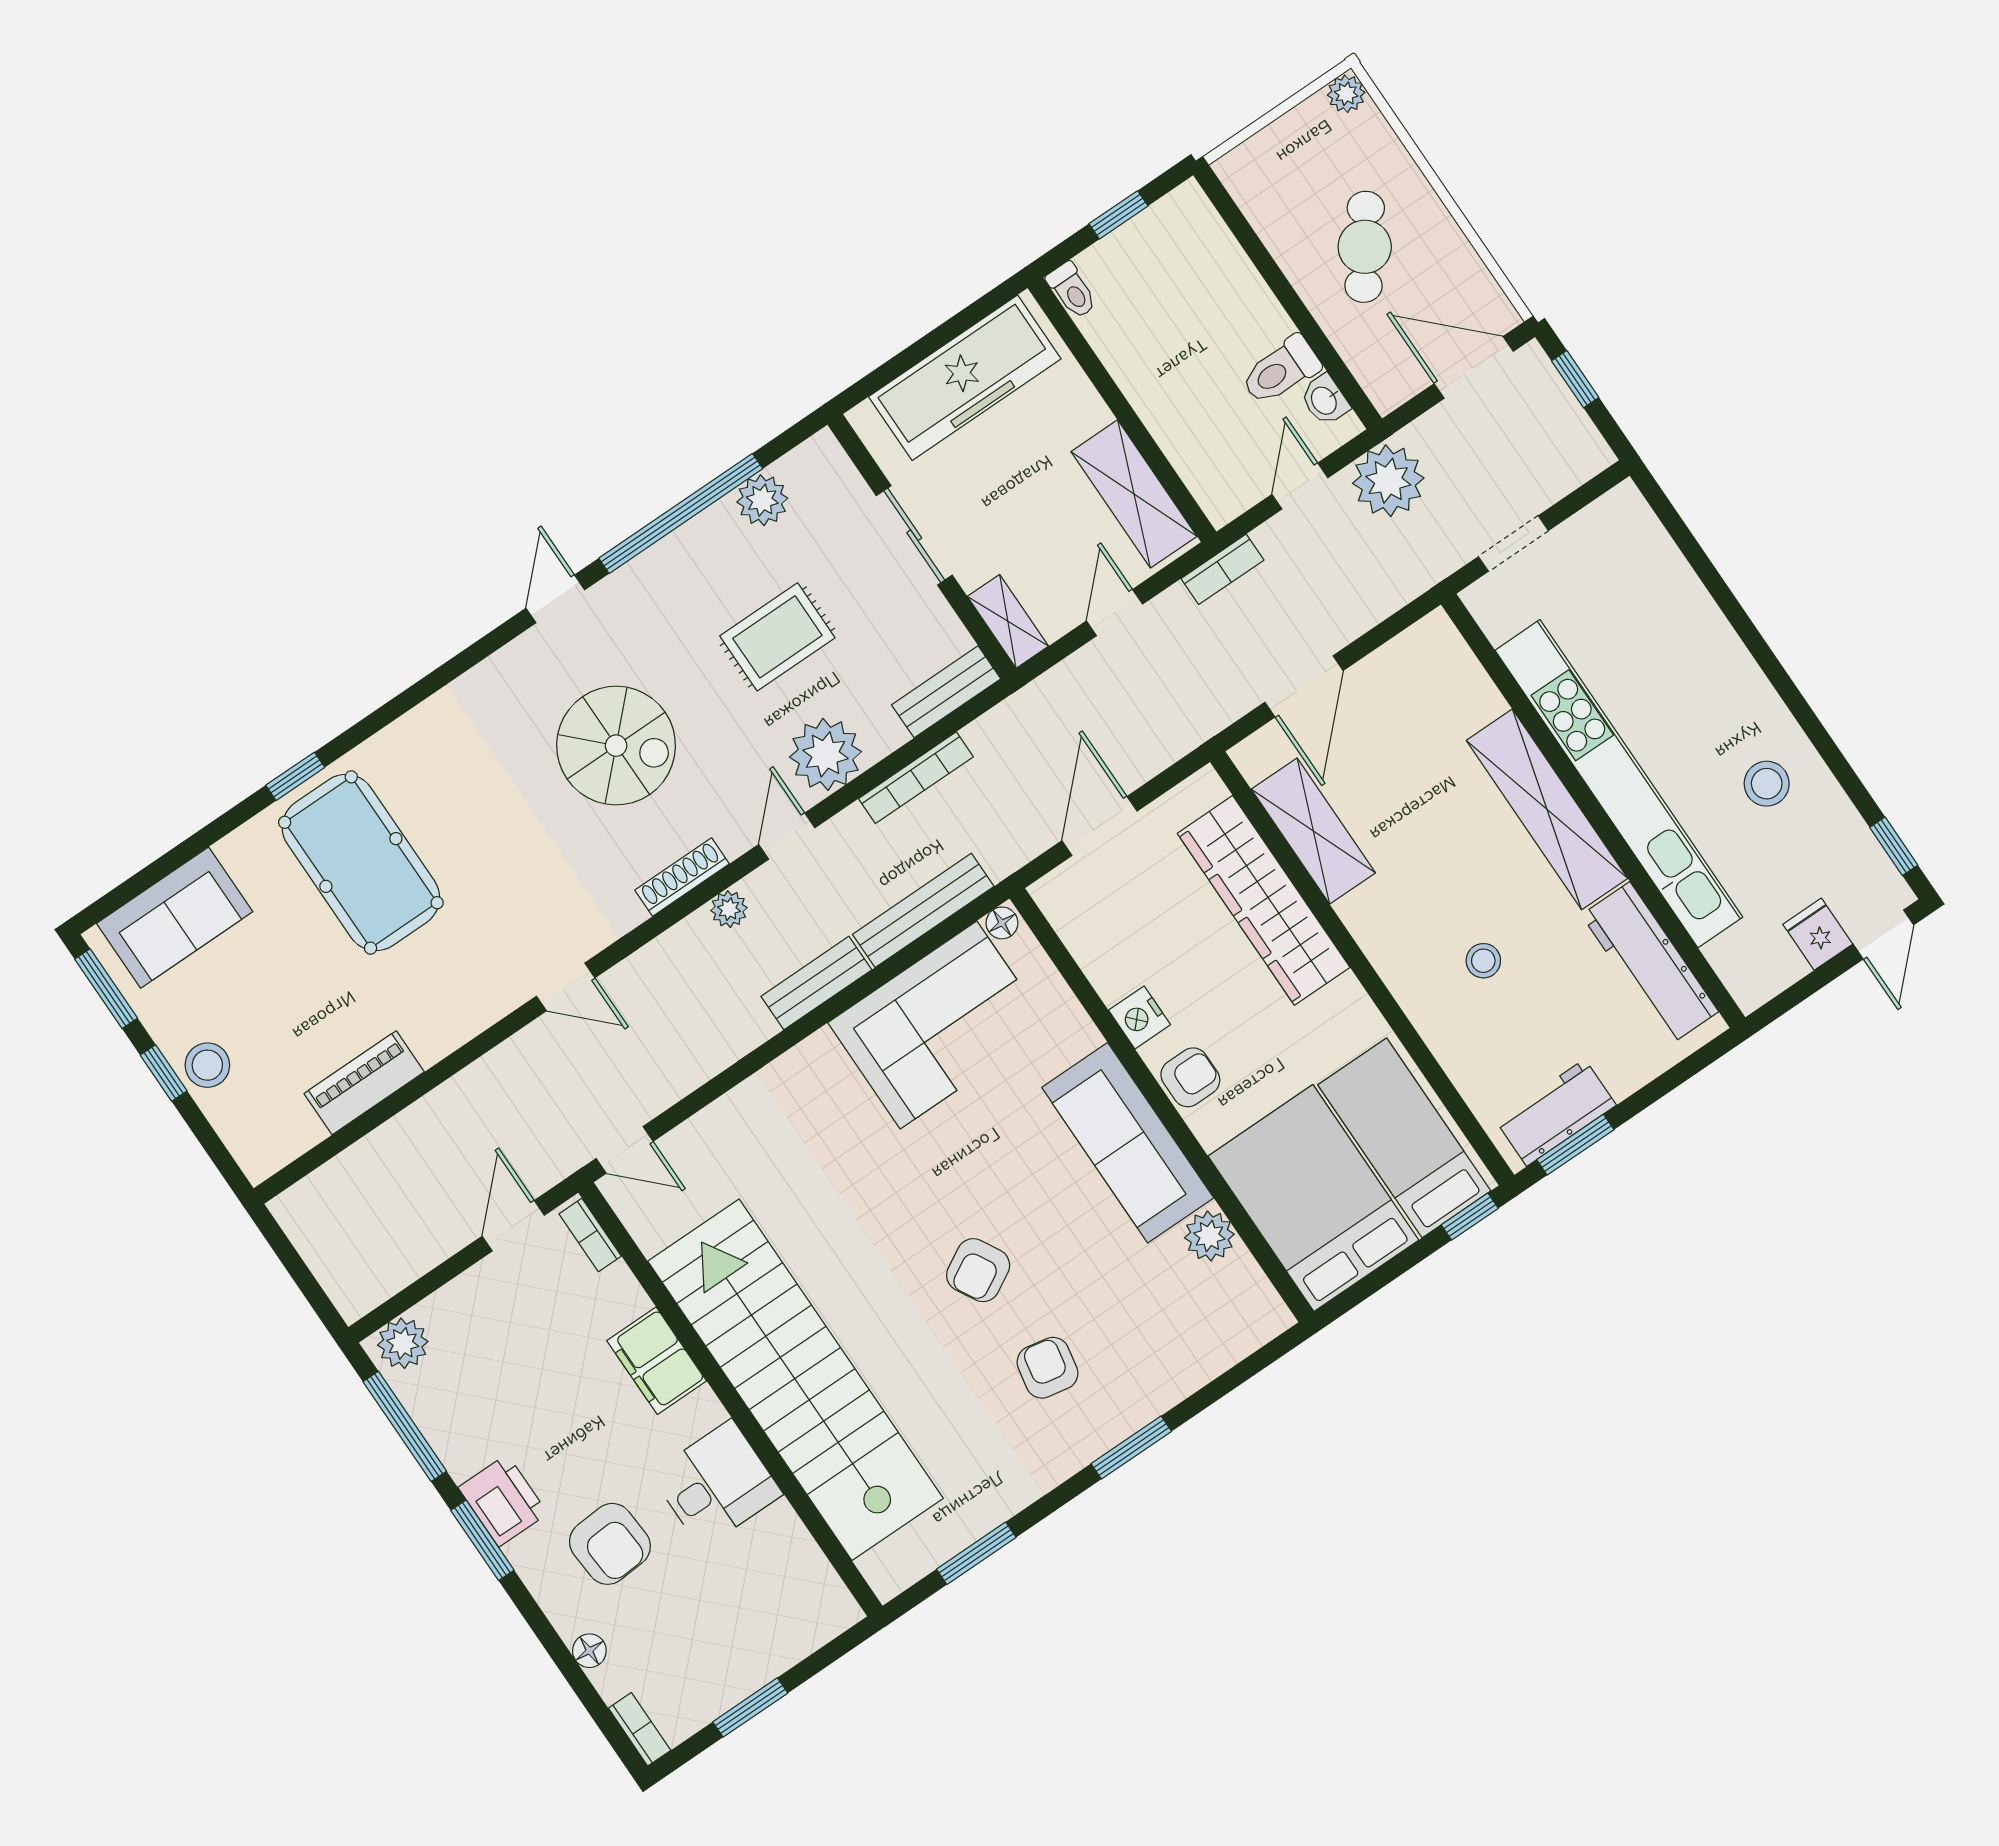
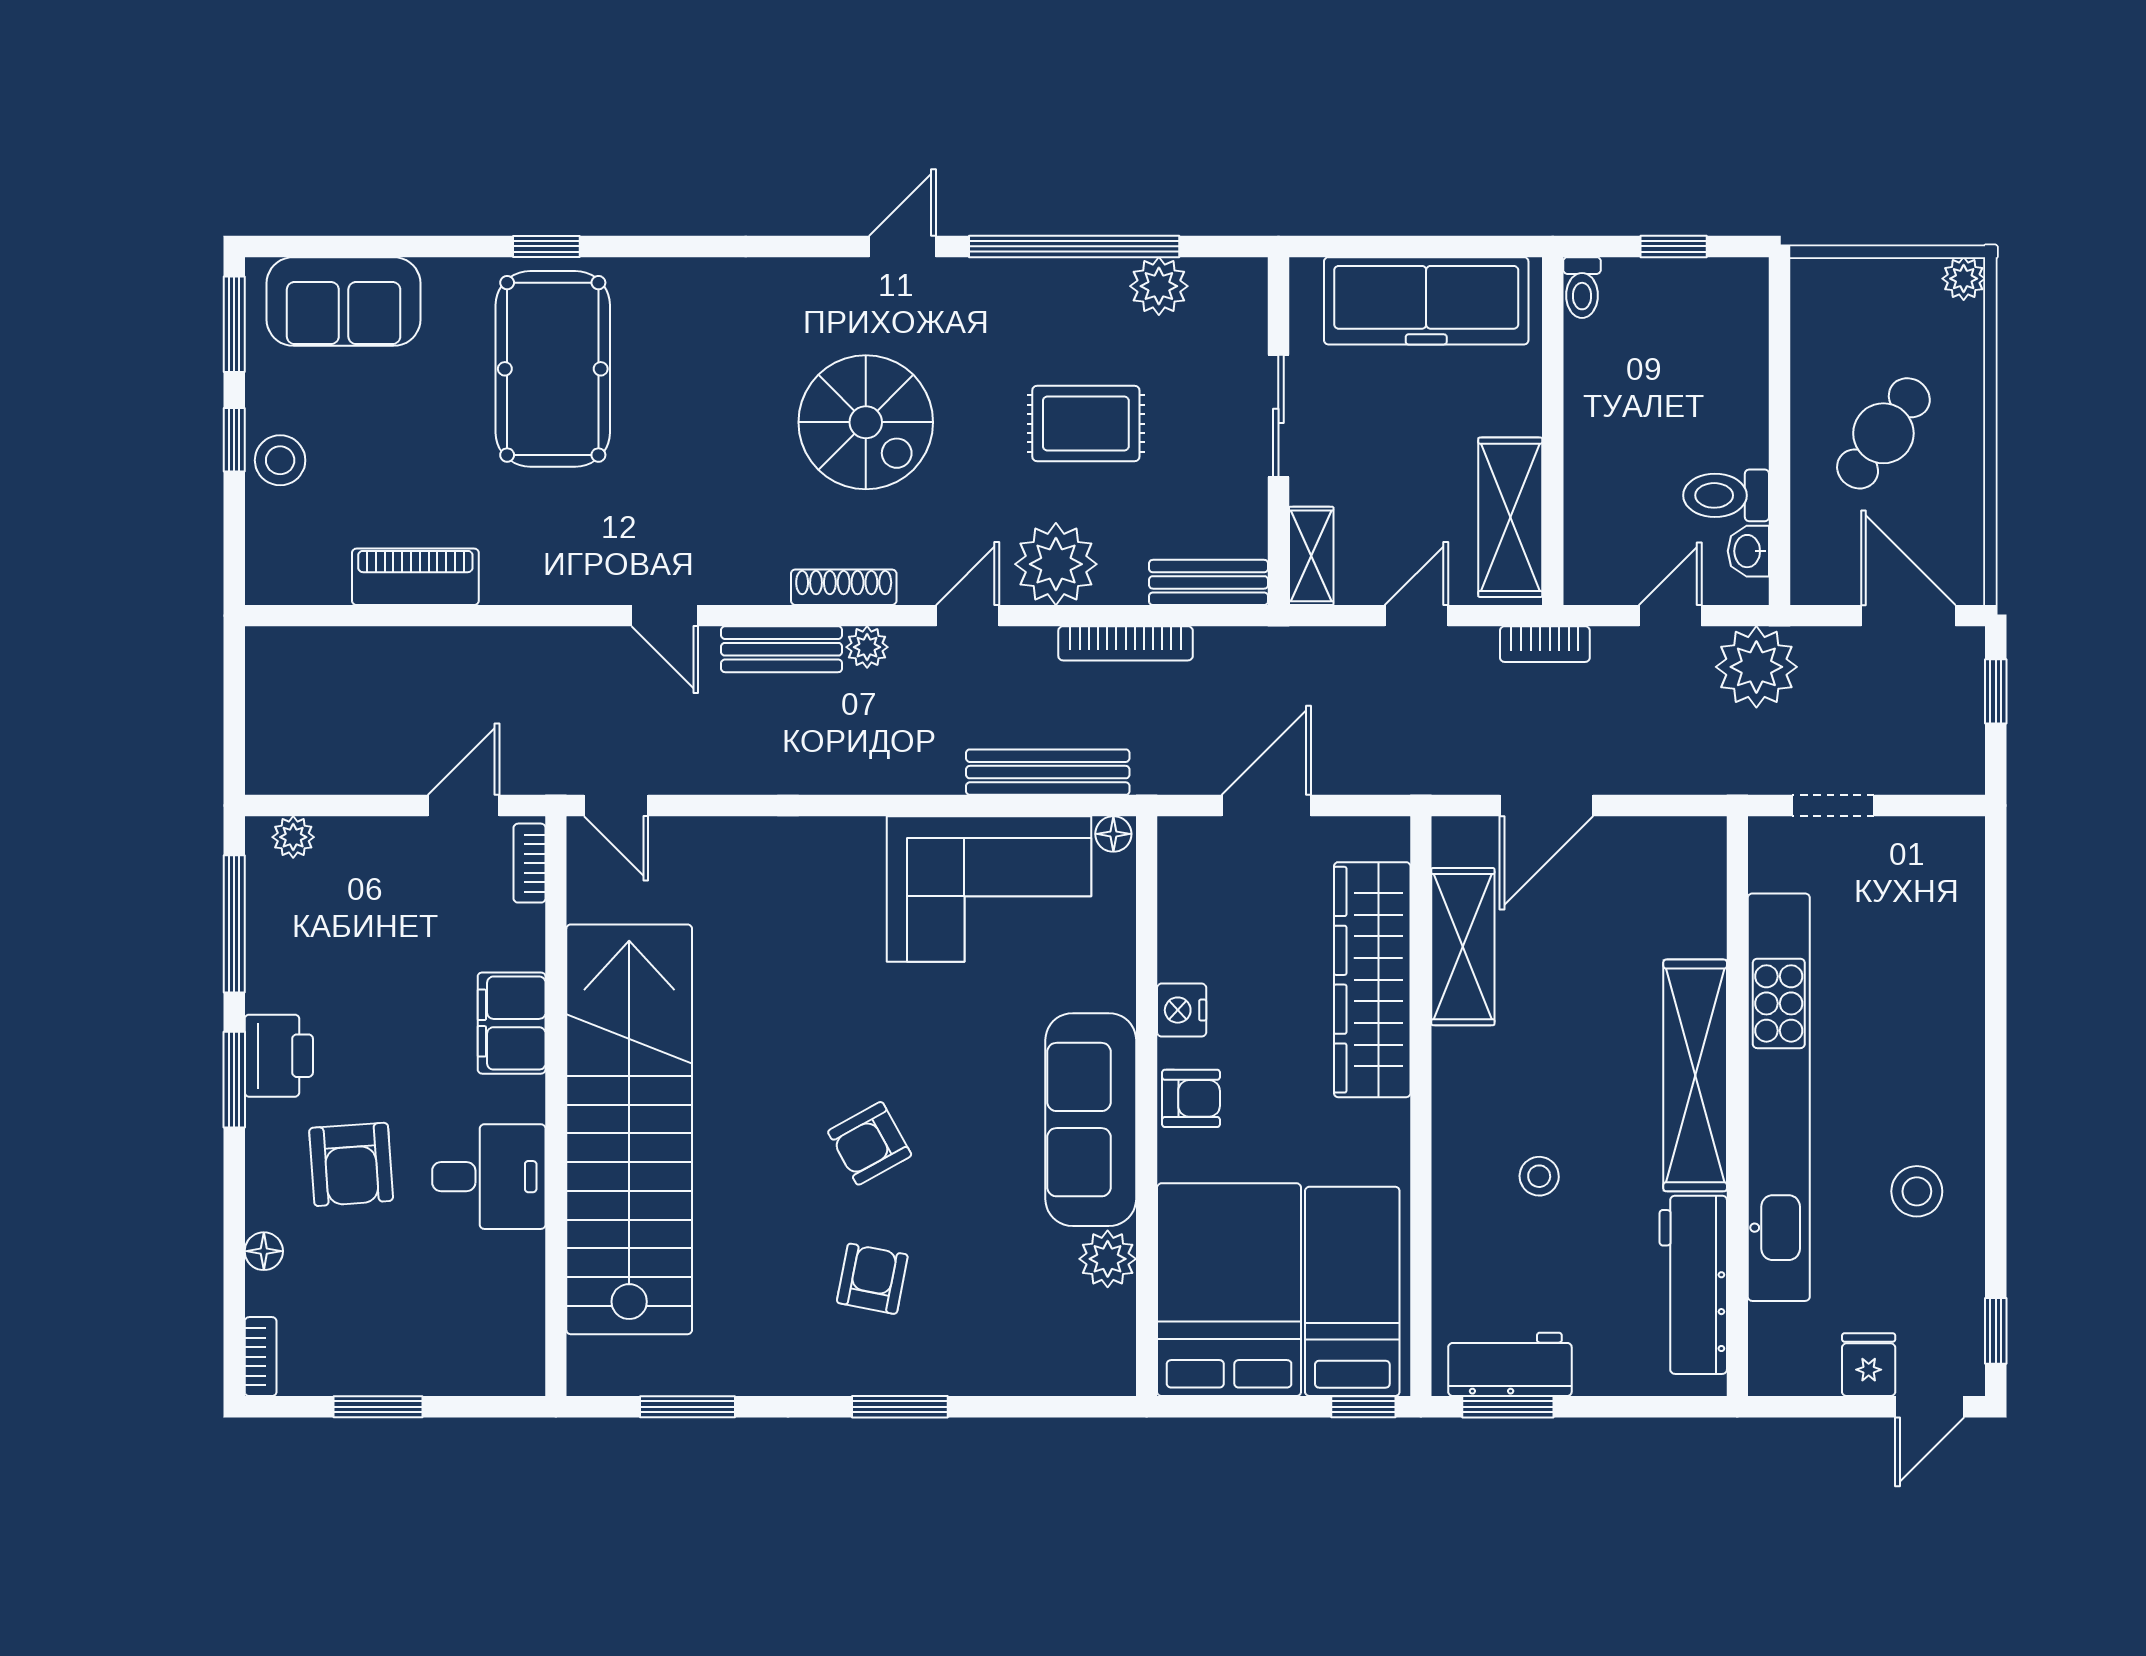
bench: (816, 983) -> (782, 649), moved
plant: (403, 1343) -> (293, 837), width x0.73, depth x0.73

